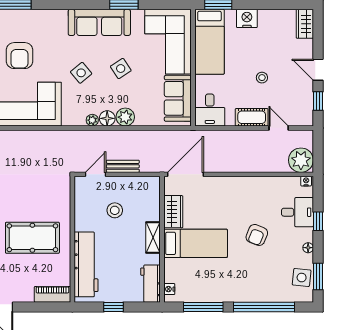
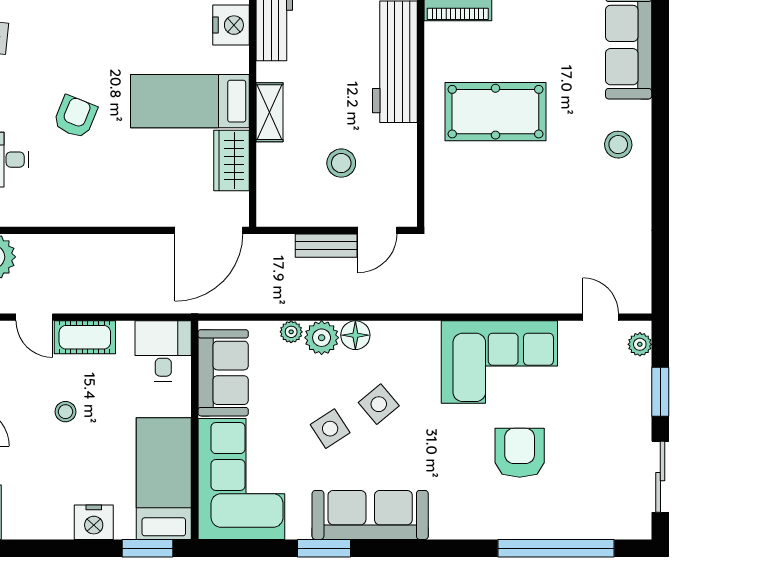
side table: (81, 73) -> (379, 404), moved
plant: (92, 120) -> (291, 332), moved
nightstand: (169, 289) -> (231, 25), width x1.89, depth x1.79

